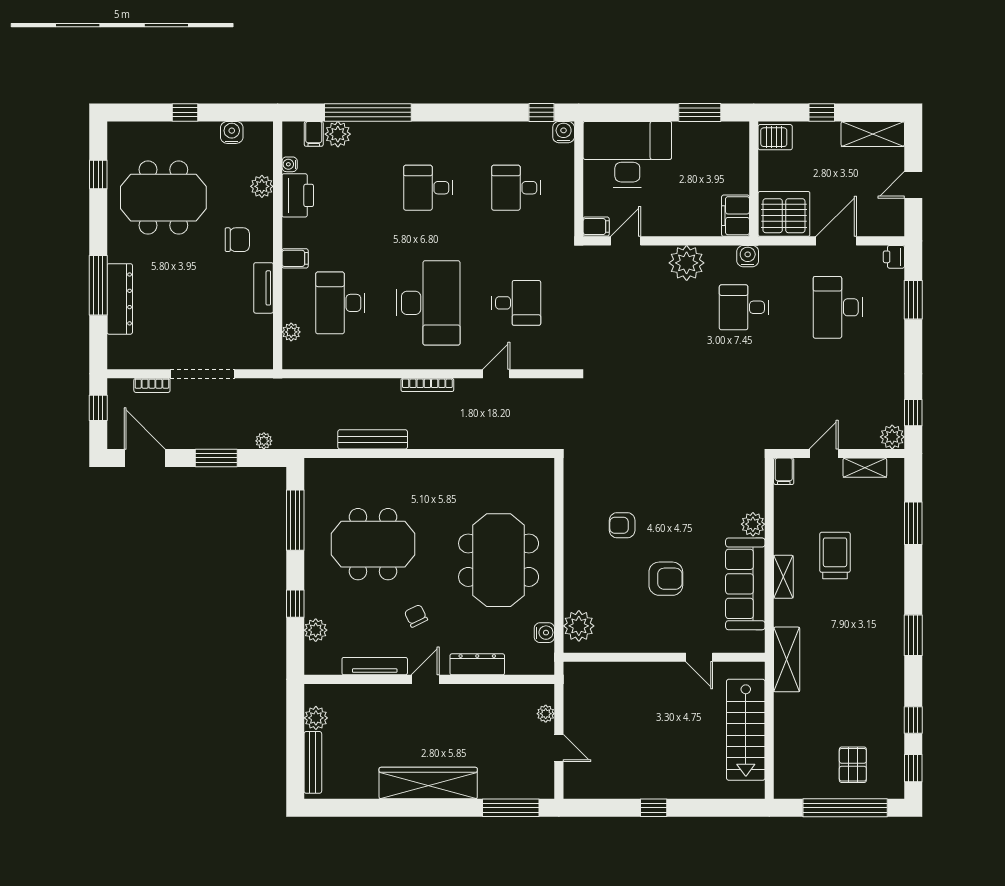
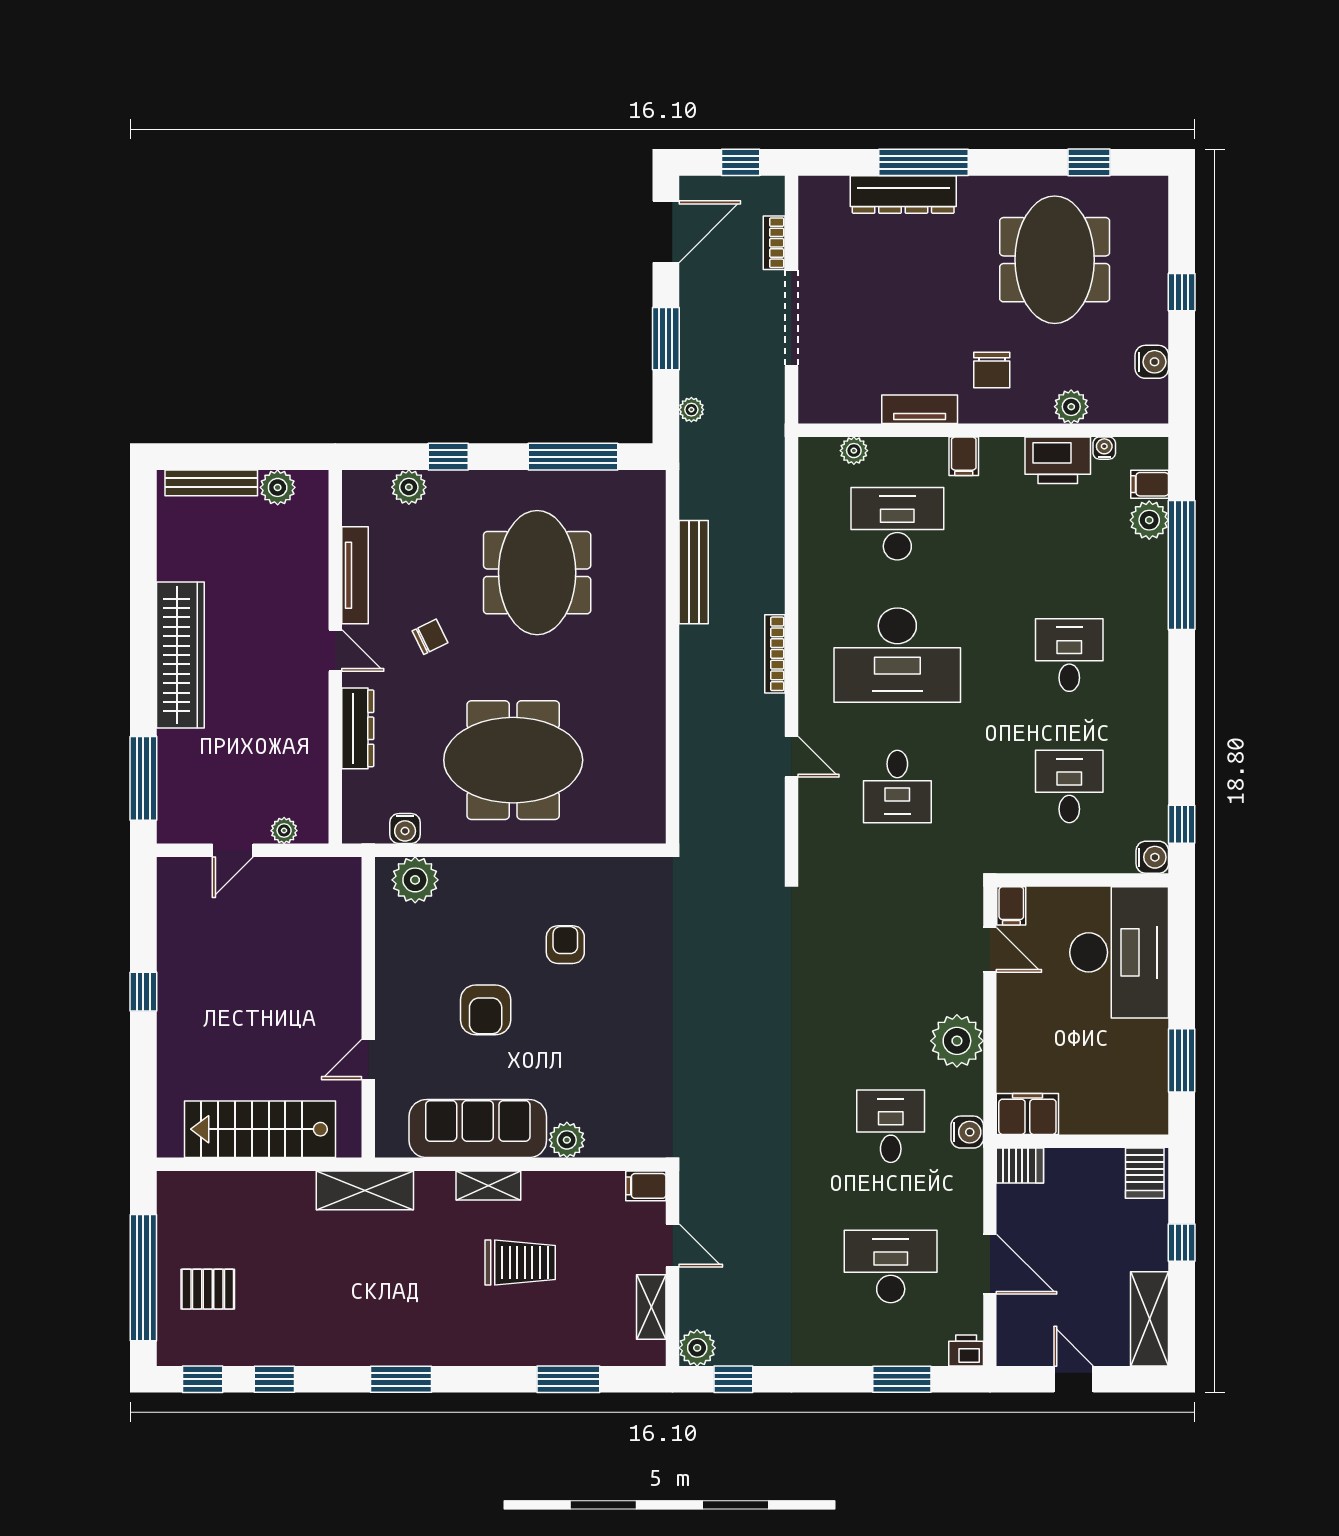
server rack: (784, 214) -> (1020, 1165), width x0.46, depth x0.70

